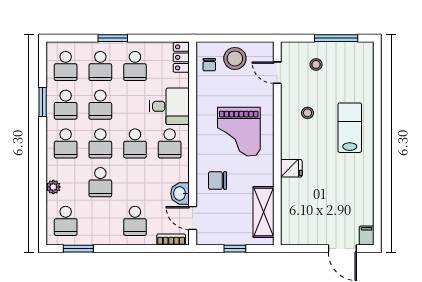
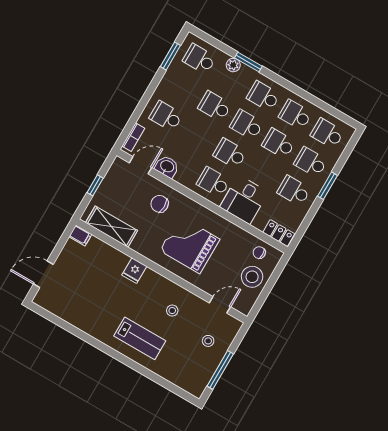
window: (43, 102) -> (248, 62), moved
chair: (218, 181) -> (160, 204), turned -90
filing cabinet: (367, 235) -> (80, 235), moved

